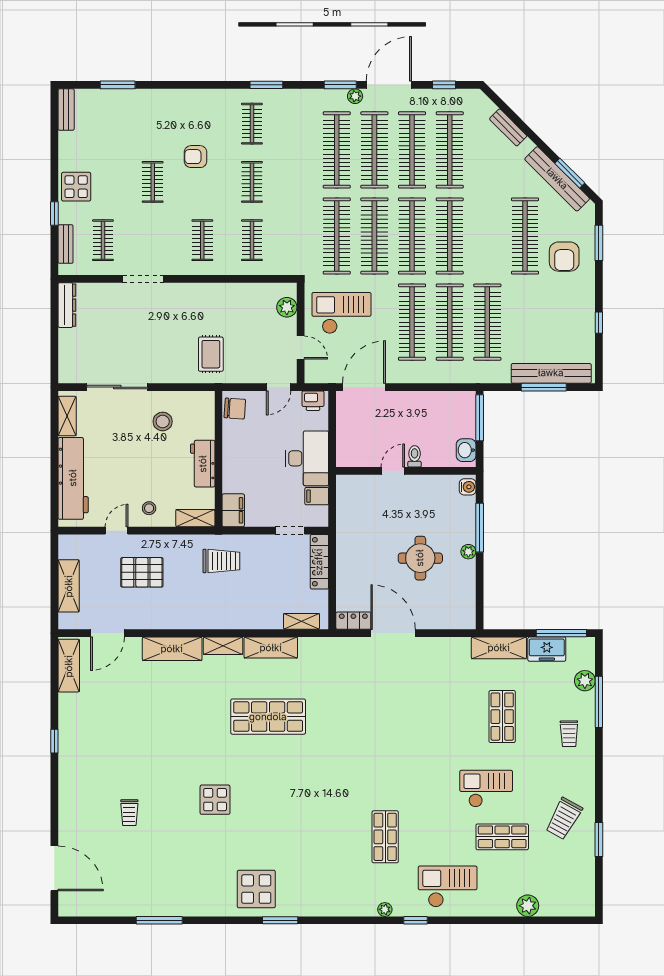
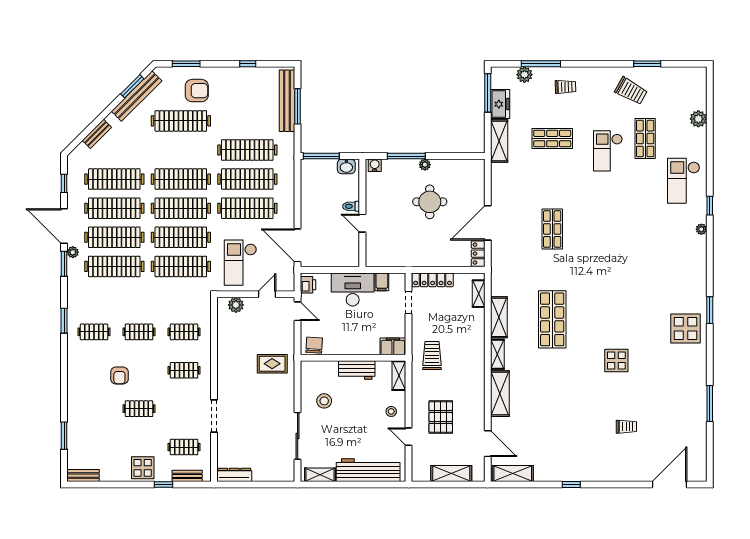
shop shelf: (385, 837) -> (552, 229), moved, turned 90

